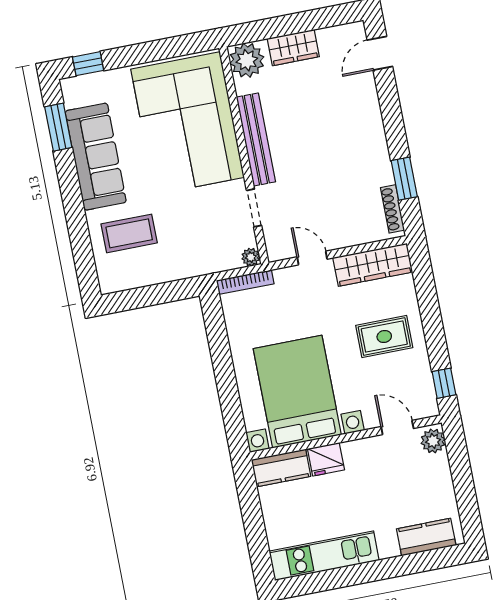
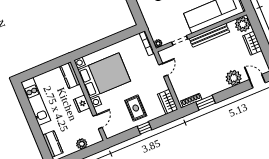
plant: (362, 105) -> (234, 78), added
wardrobe: (373, 265) -> (168, 102), width x0.67
window: (444, 383) -> (145, 128), moved
plant: (433, 441) -> (82, 144), moved
fridge: (326, 459) -> (82, 104), moved

